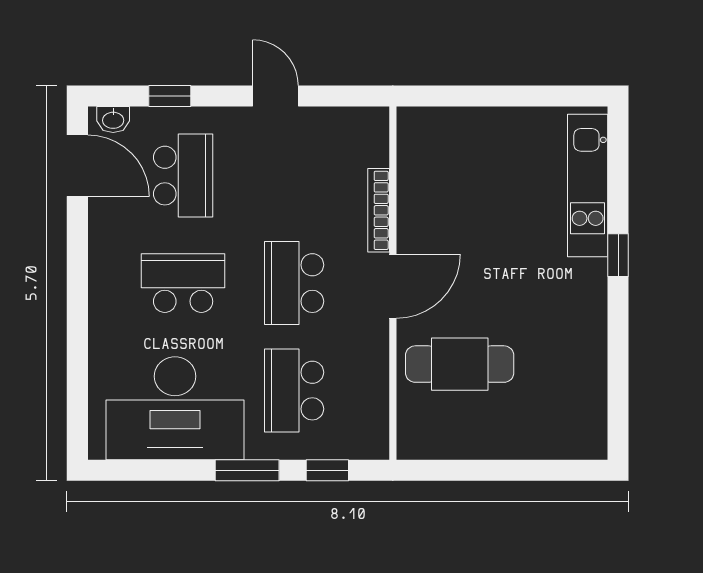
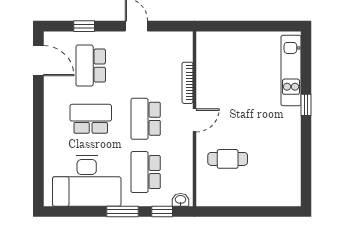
washbasin: (113, 119) -> (181, 200), moved, turned 180
school desk: (183, 176) -> (91, 66), turned 180
door: (393, 286) -> (195, 120), width x0.73
cafe table: (460, 364) -> (228, 159), width x0.73, depth x0.74

